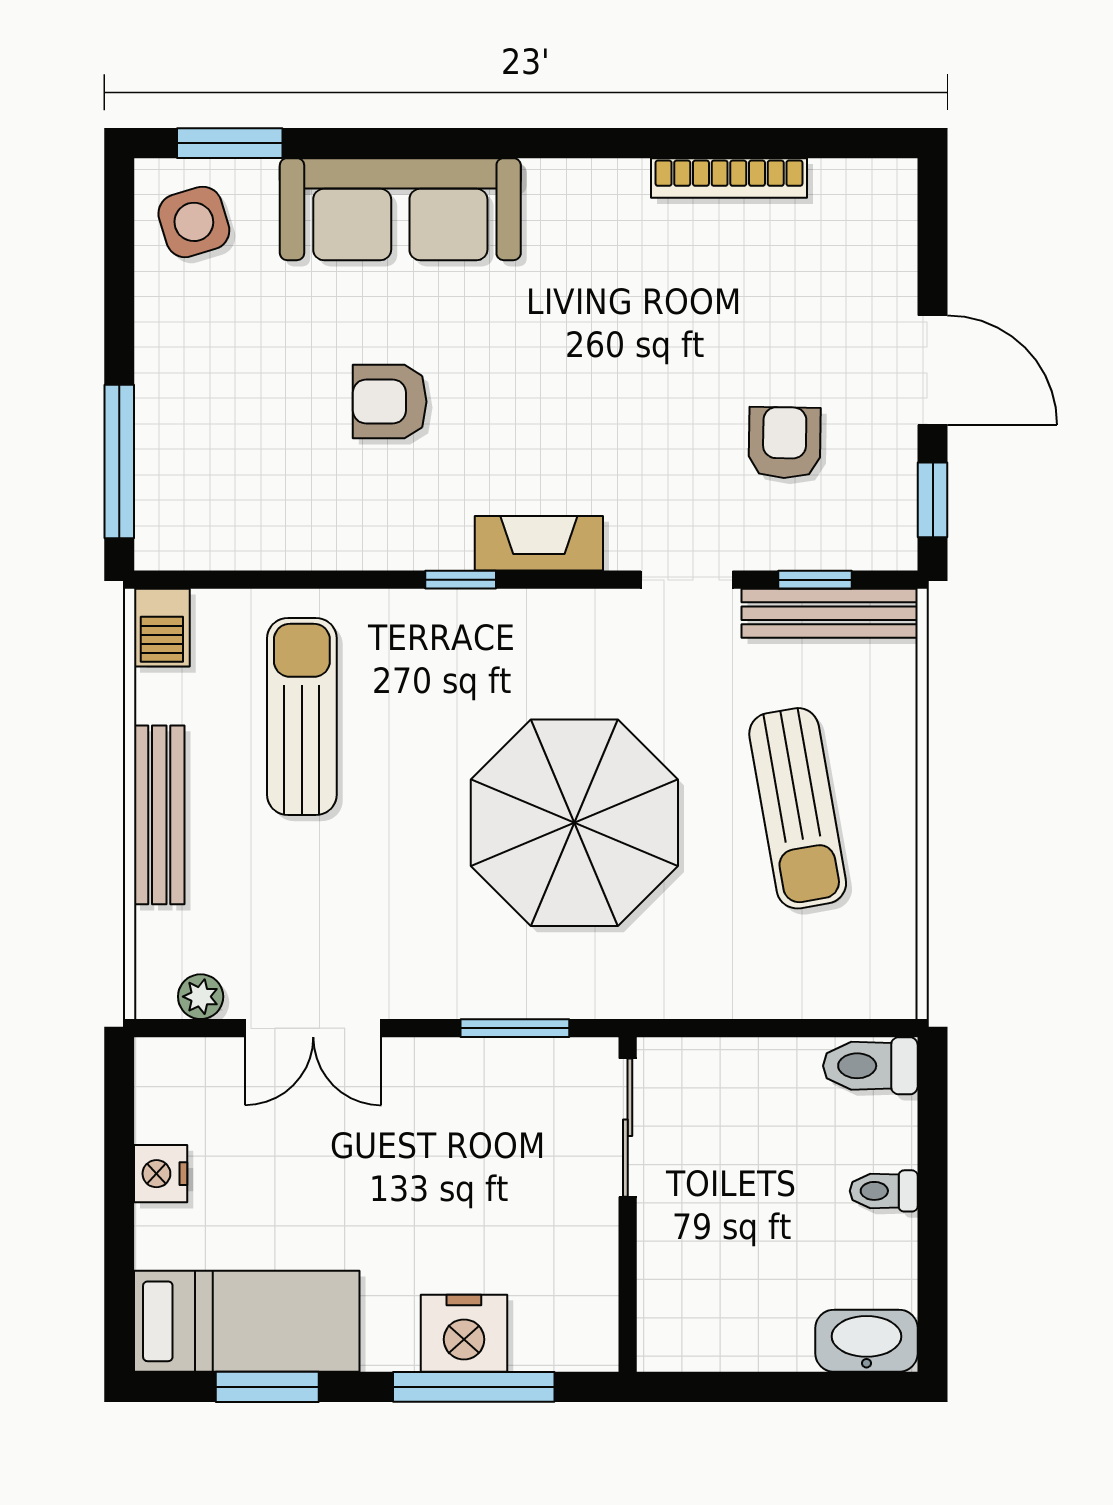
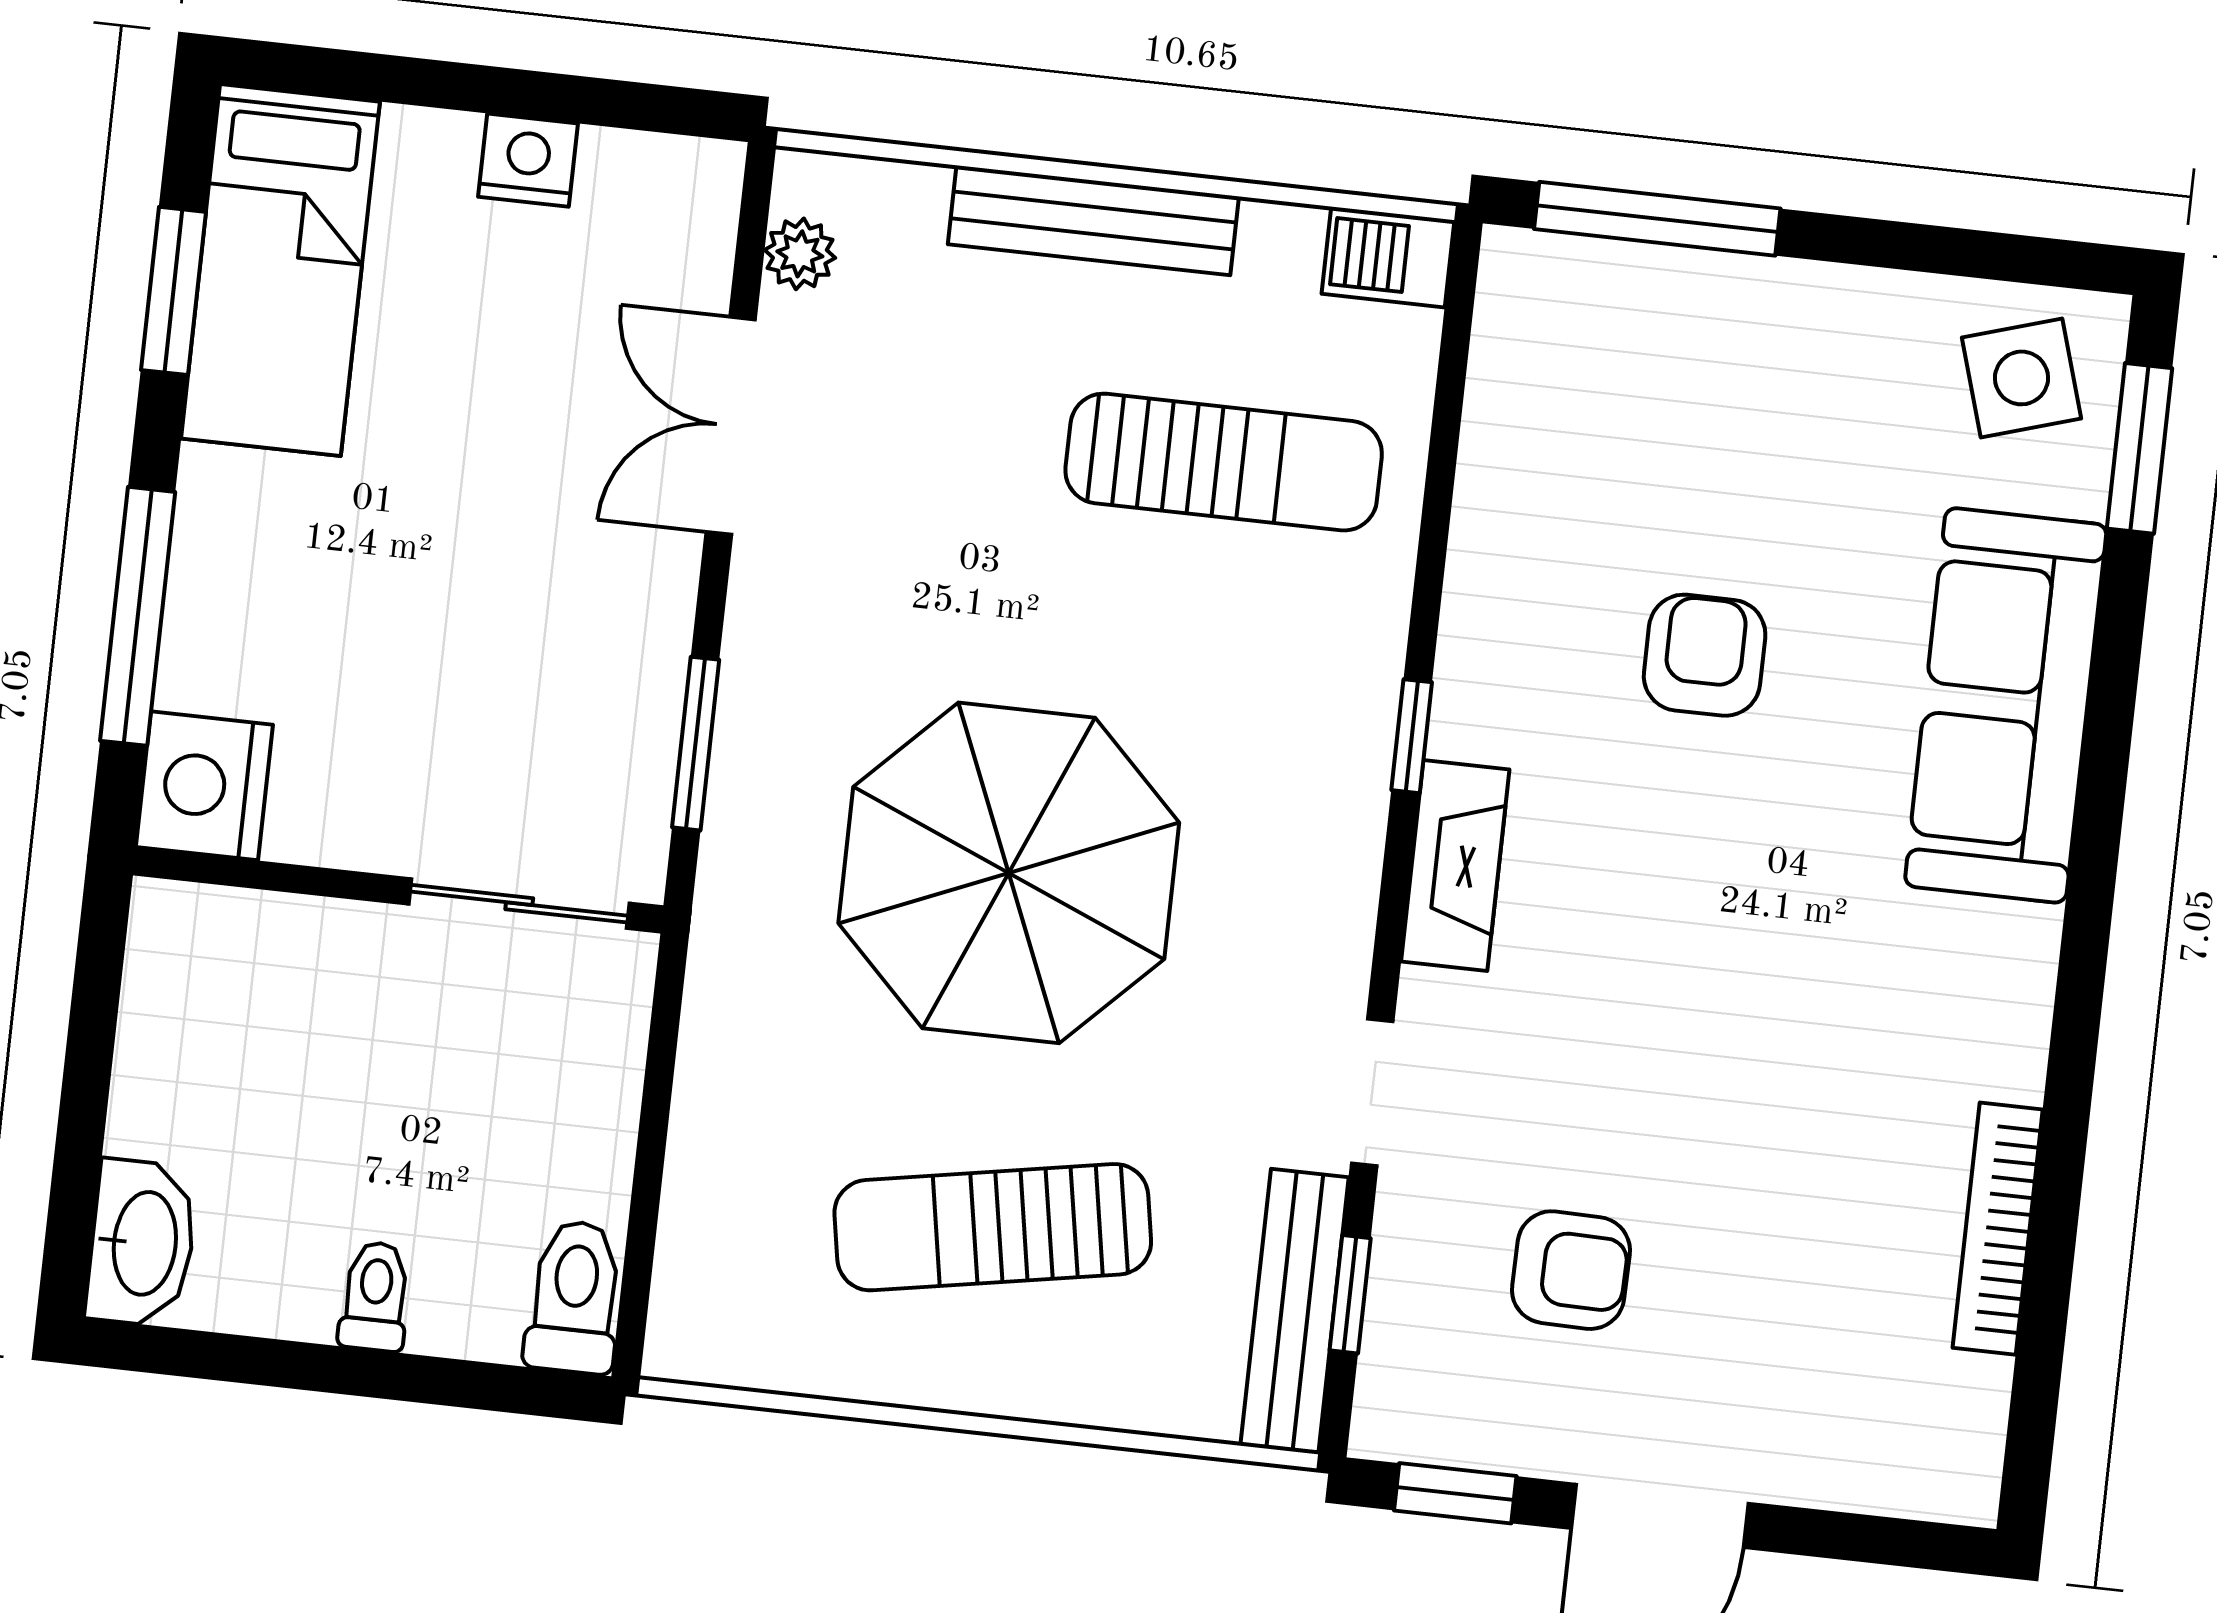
nightstand: (464, 1333) -> (204, 786), moved

